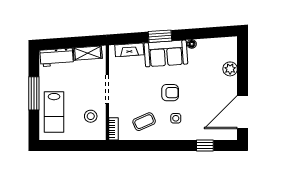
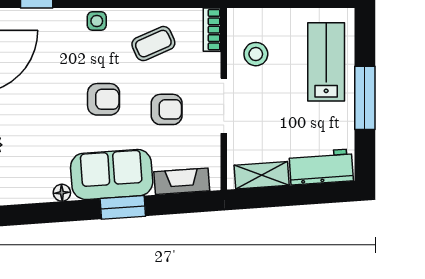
armchair: (137, 87) -> (167, 109), added
armchair: (170, 93) -> (104, 99), turned 180
side table: (176, 118) -> (97, 21), moved

